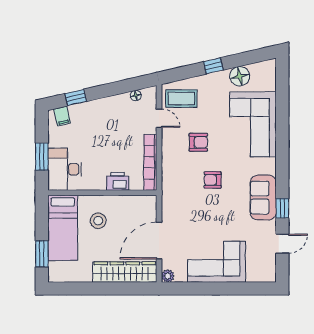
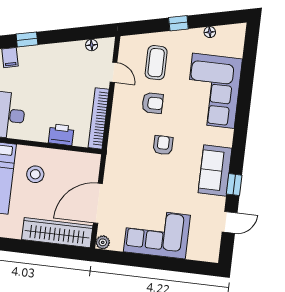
floor lamp: (240, 76) -> (210, 32), width x0.53, depth x0.53
coffee table: (181, 99) -> (156, 63), moved, turned 90
armchair: (213, 180) -> (163, 145), turned 90

